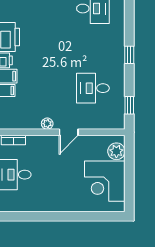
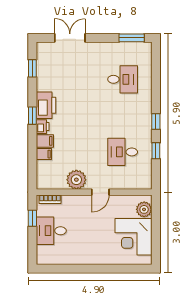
window: (129, 105) -> (156, 151), moved
plant: (47, 124) -> (76, 180), width x1.88, depth x1.88

